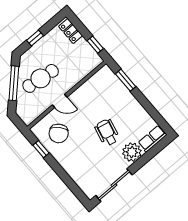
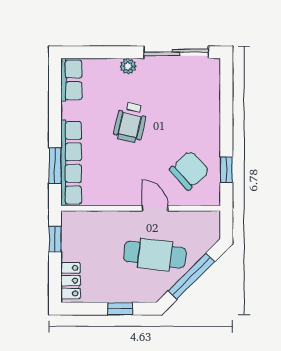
row of seats: (119, 88) -> (71, 163), added
row of seats: (152, 139) -> (71, 80), moved, turned -90
plant: (132, 152) -> (128, 66), width x0.53, depth x0.53

